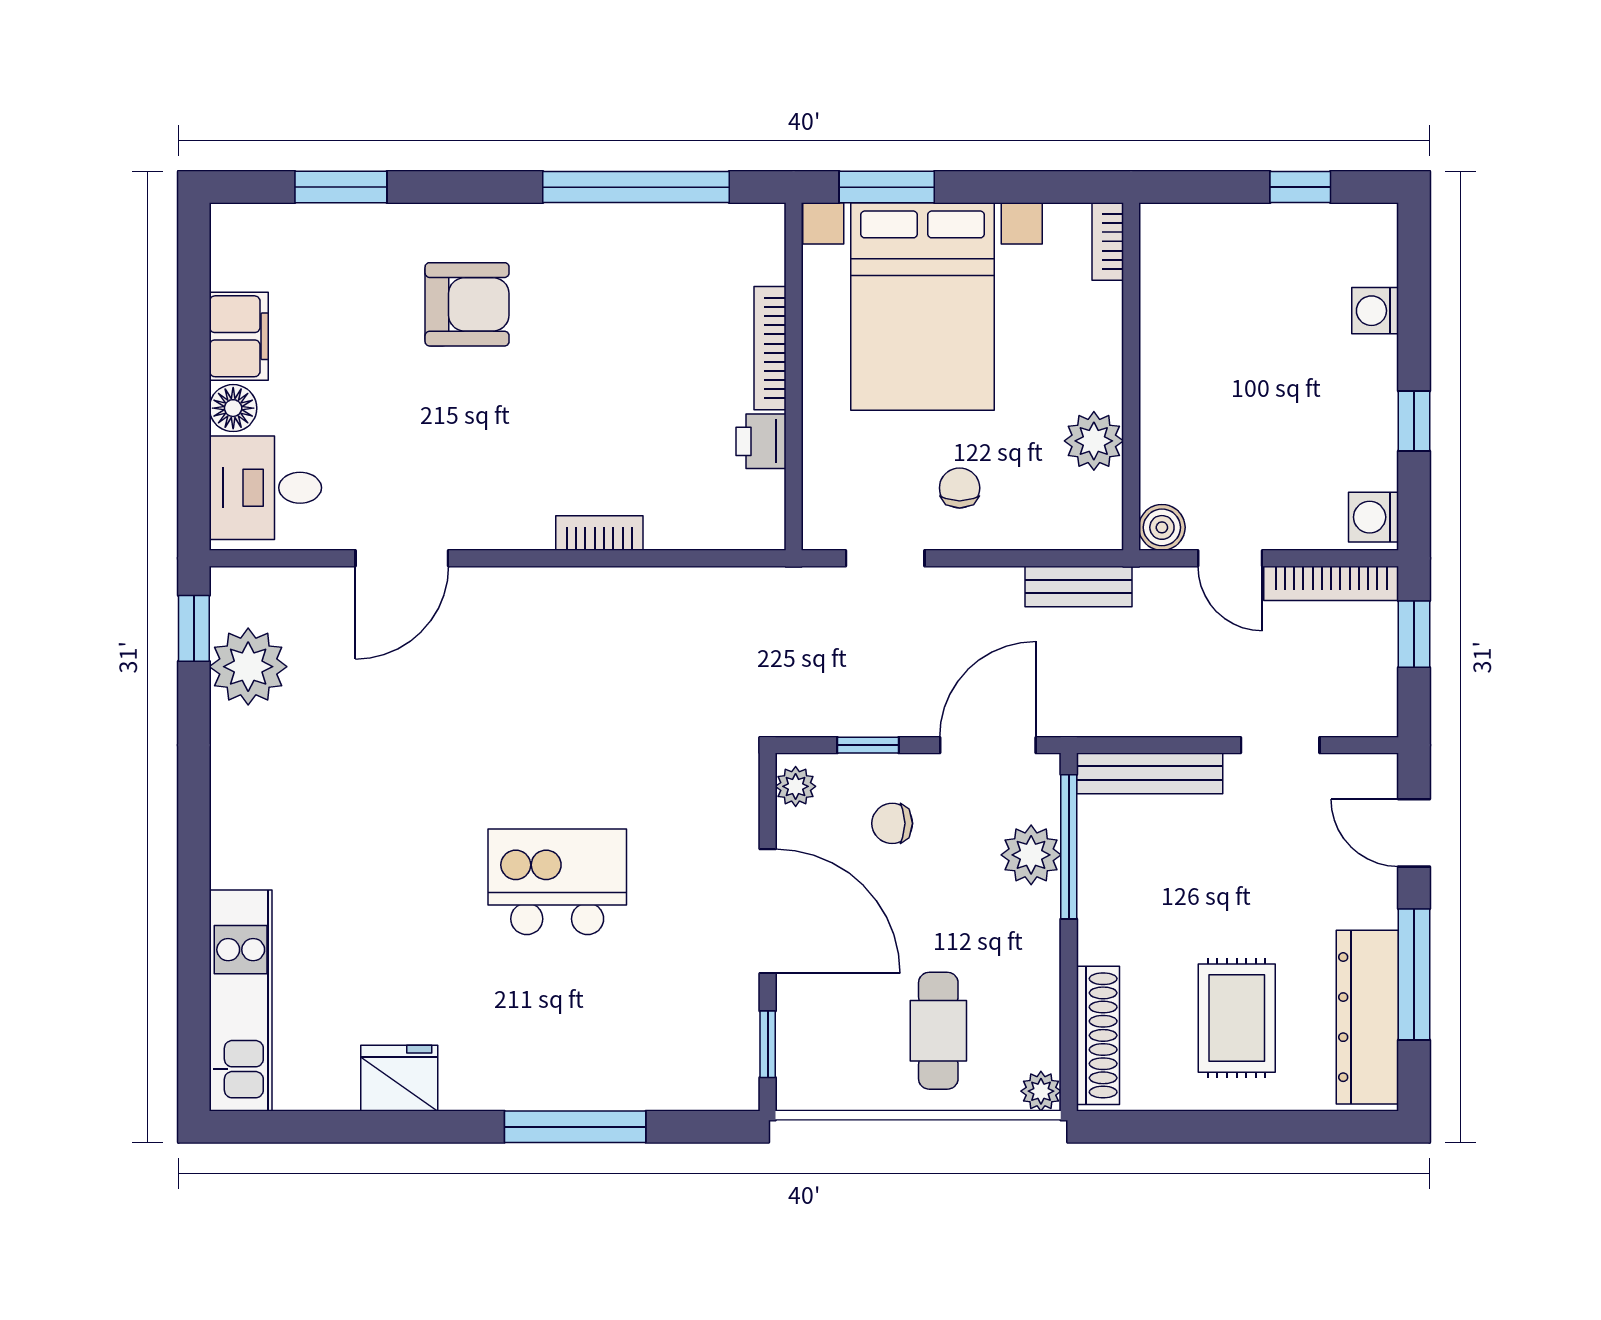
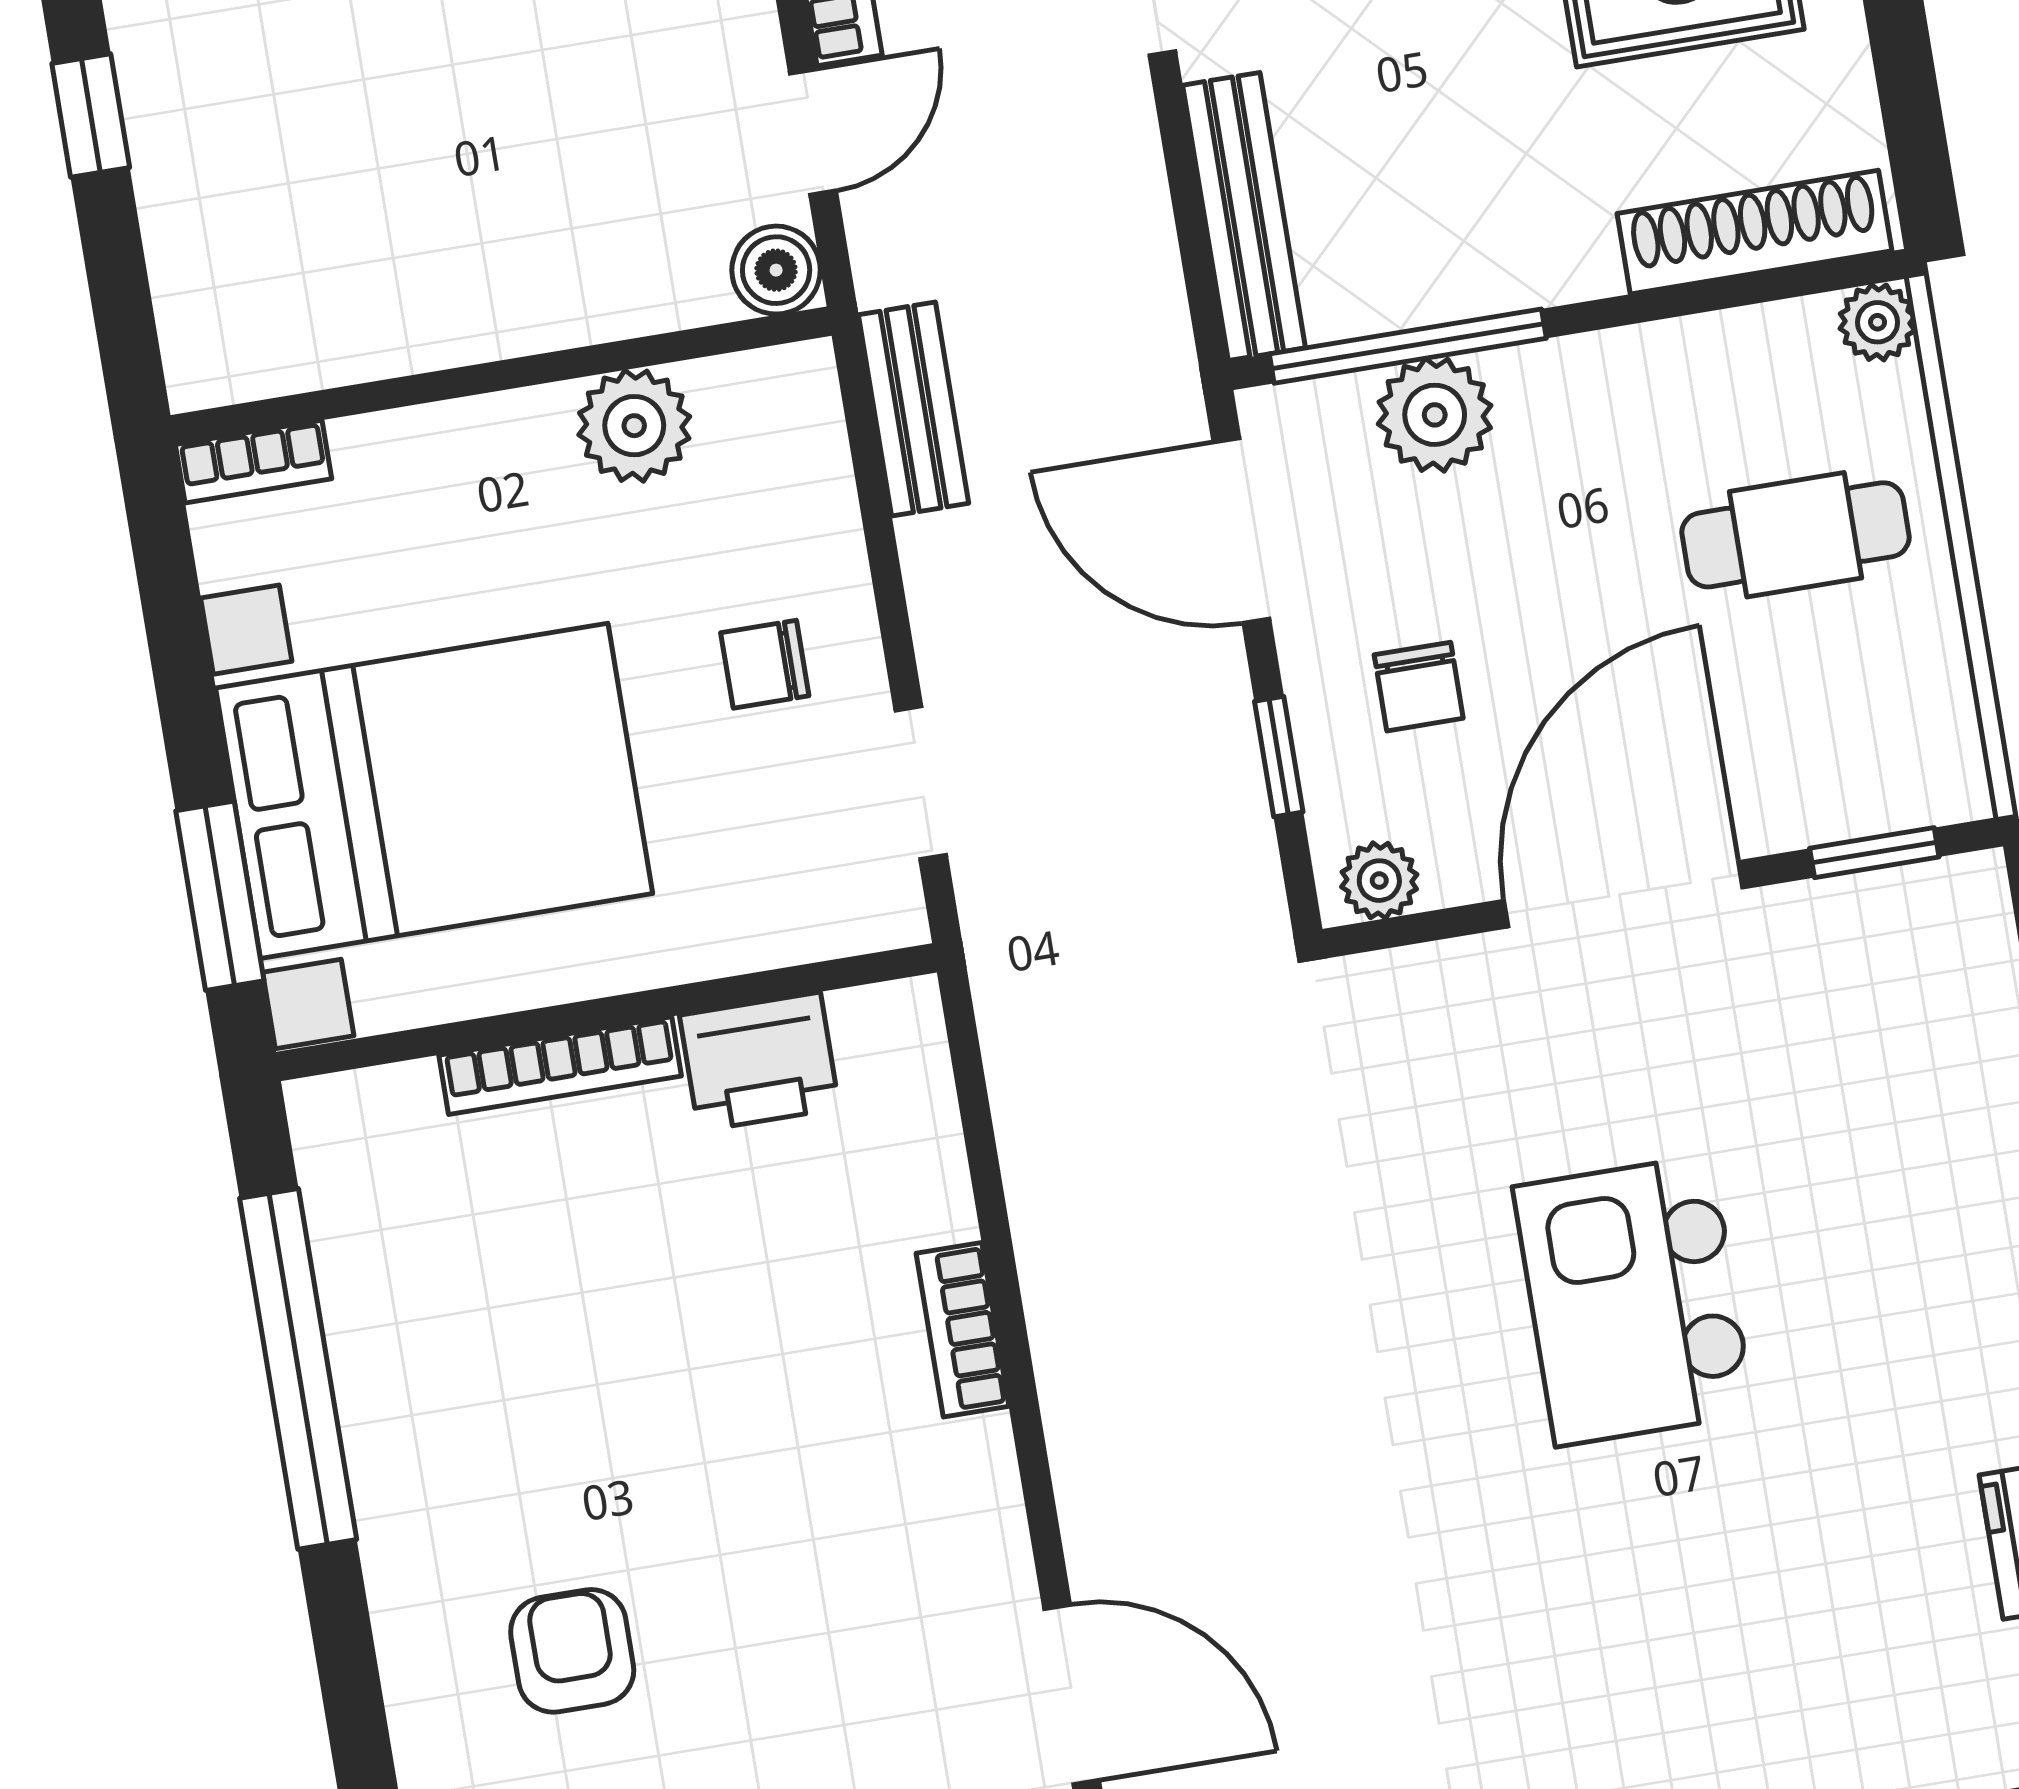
armchair: (467, 304) -> (572, 1651), width x0.72, depth x0.72
printer: (761, 441) -> (759, 1062), width x1.36, depth x1.24

